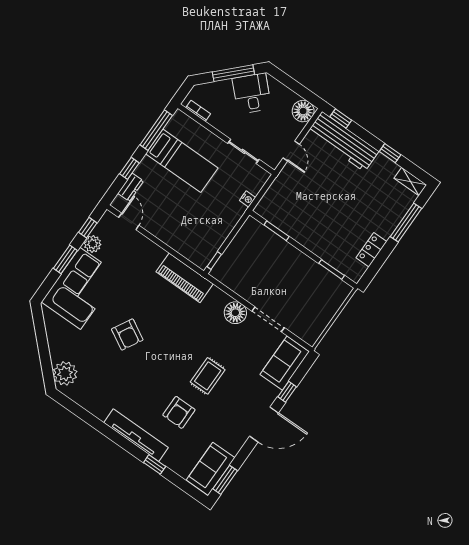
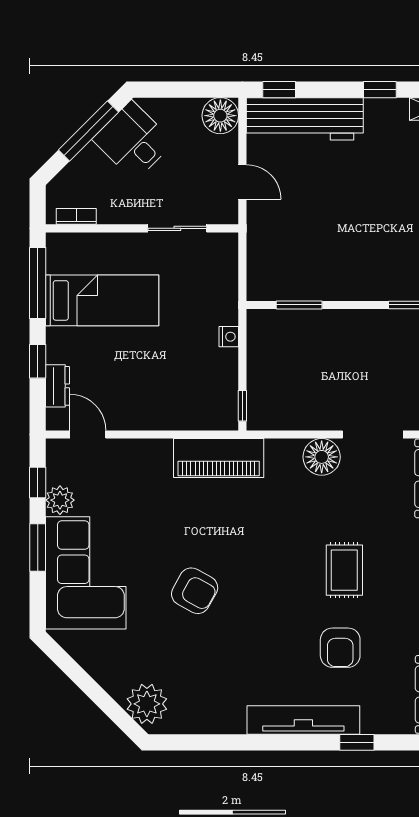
nightstand: (248, 199) -> (229, 337), moved

